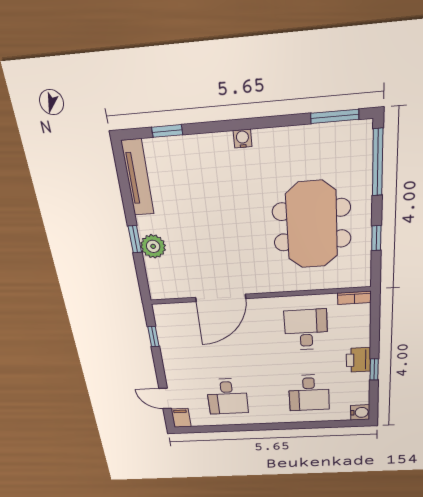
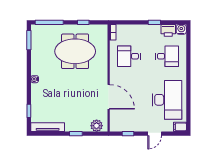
plant: (153, 246) -> (97, 126), moved
printer: (358, 360) -> (168, 30), moved
desk: (227, 396) -> (167, 100), width x1.87, depth x1.30
door: (165, 398) -> (155, 134), moved

